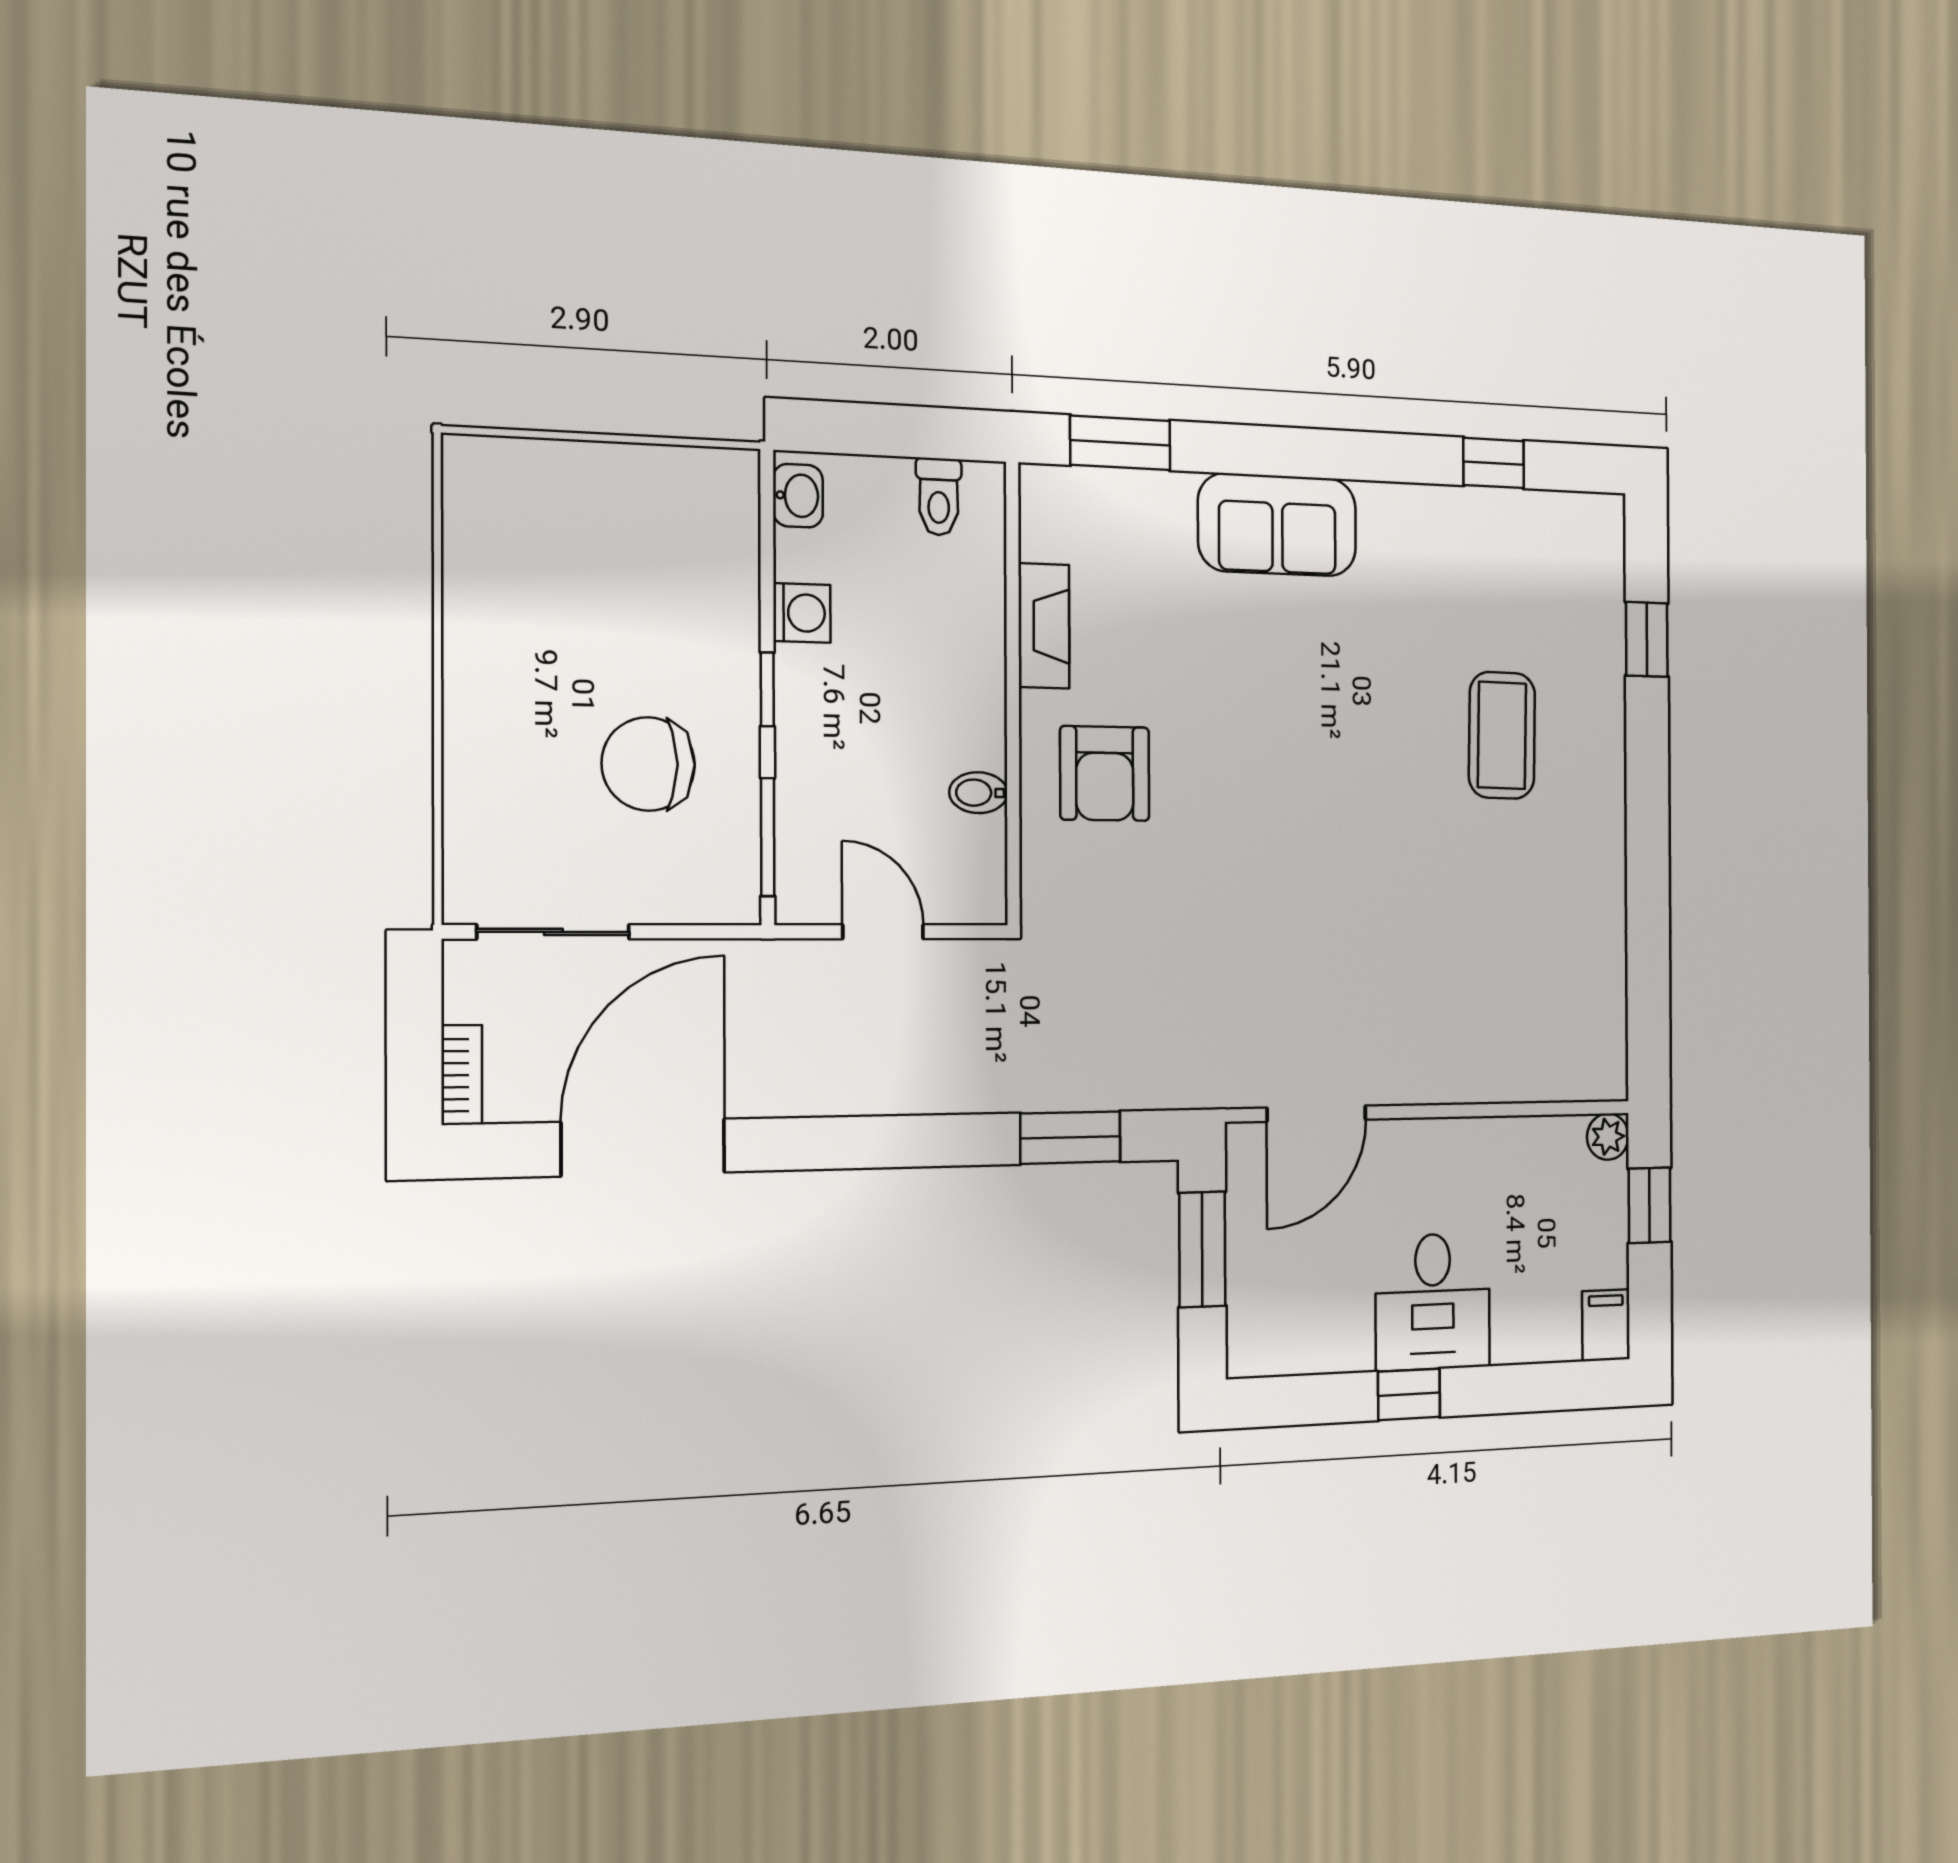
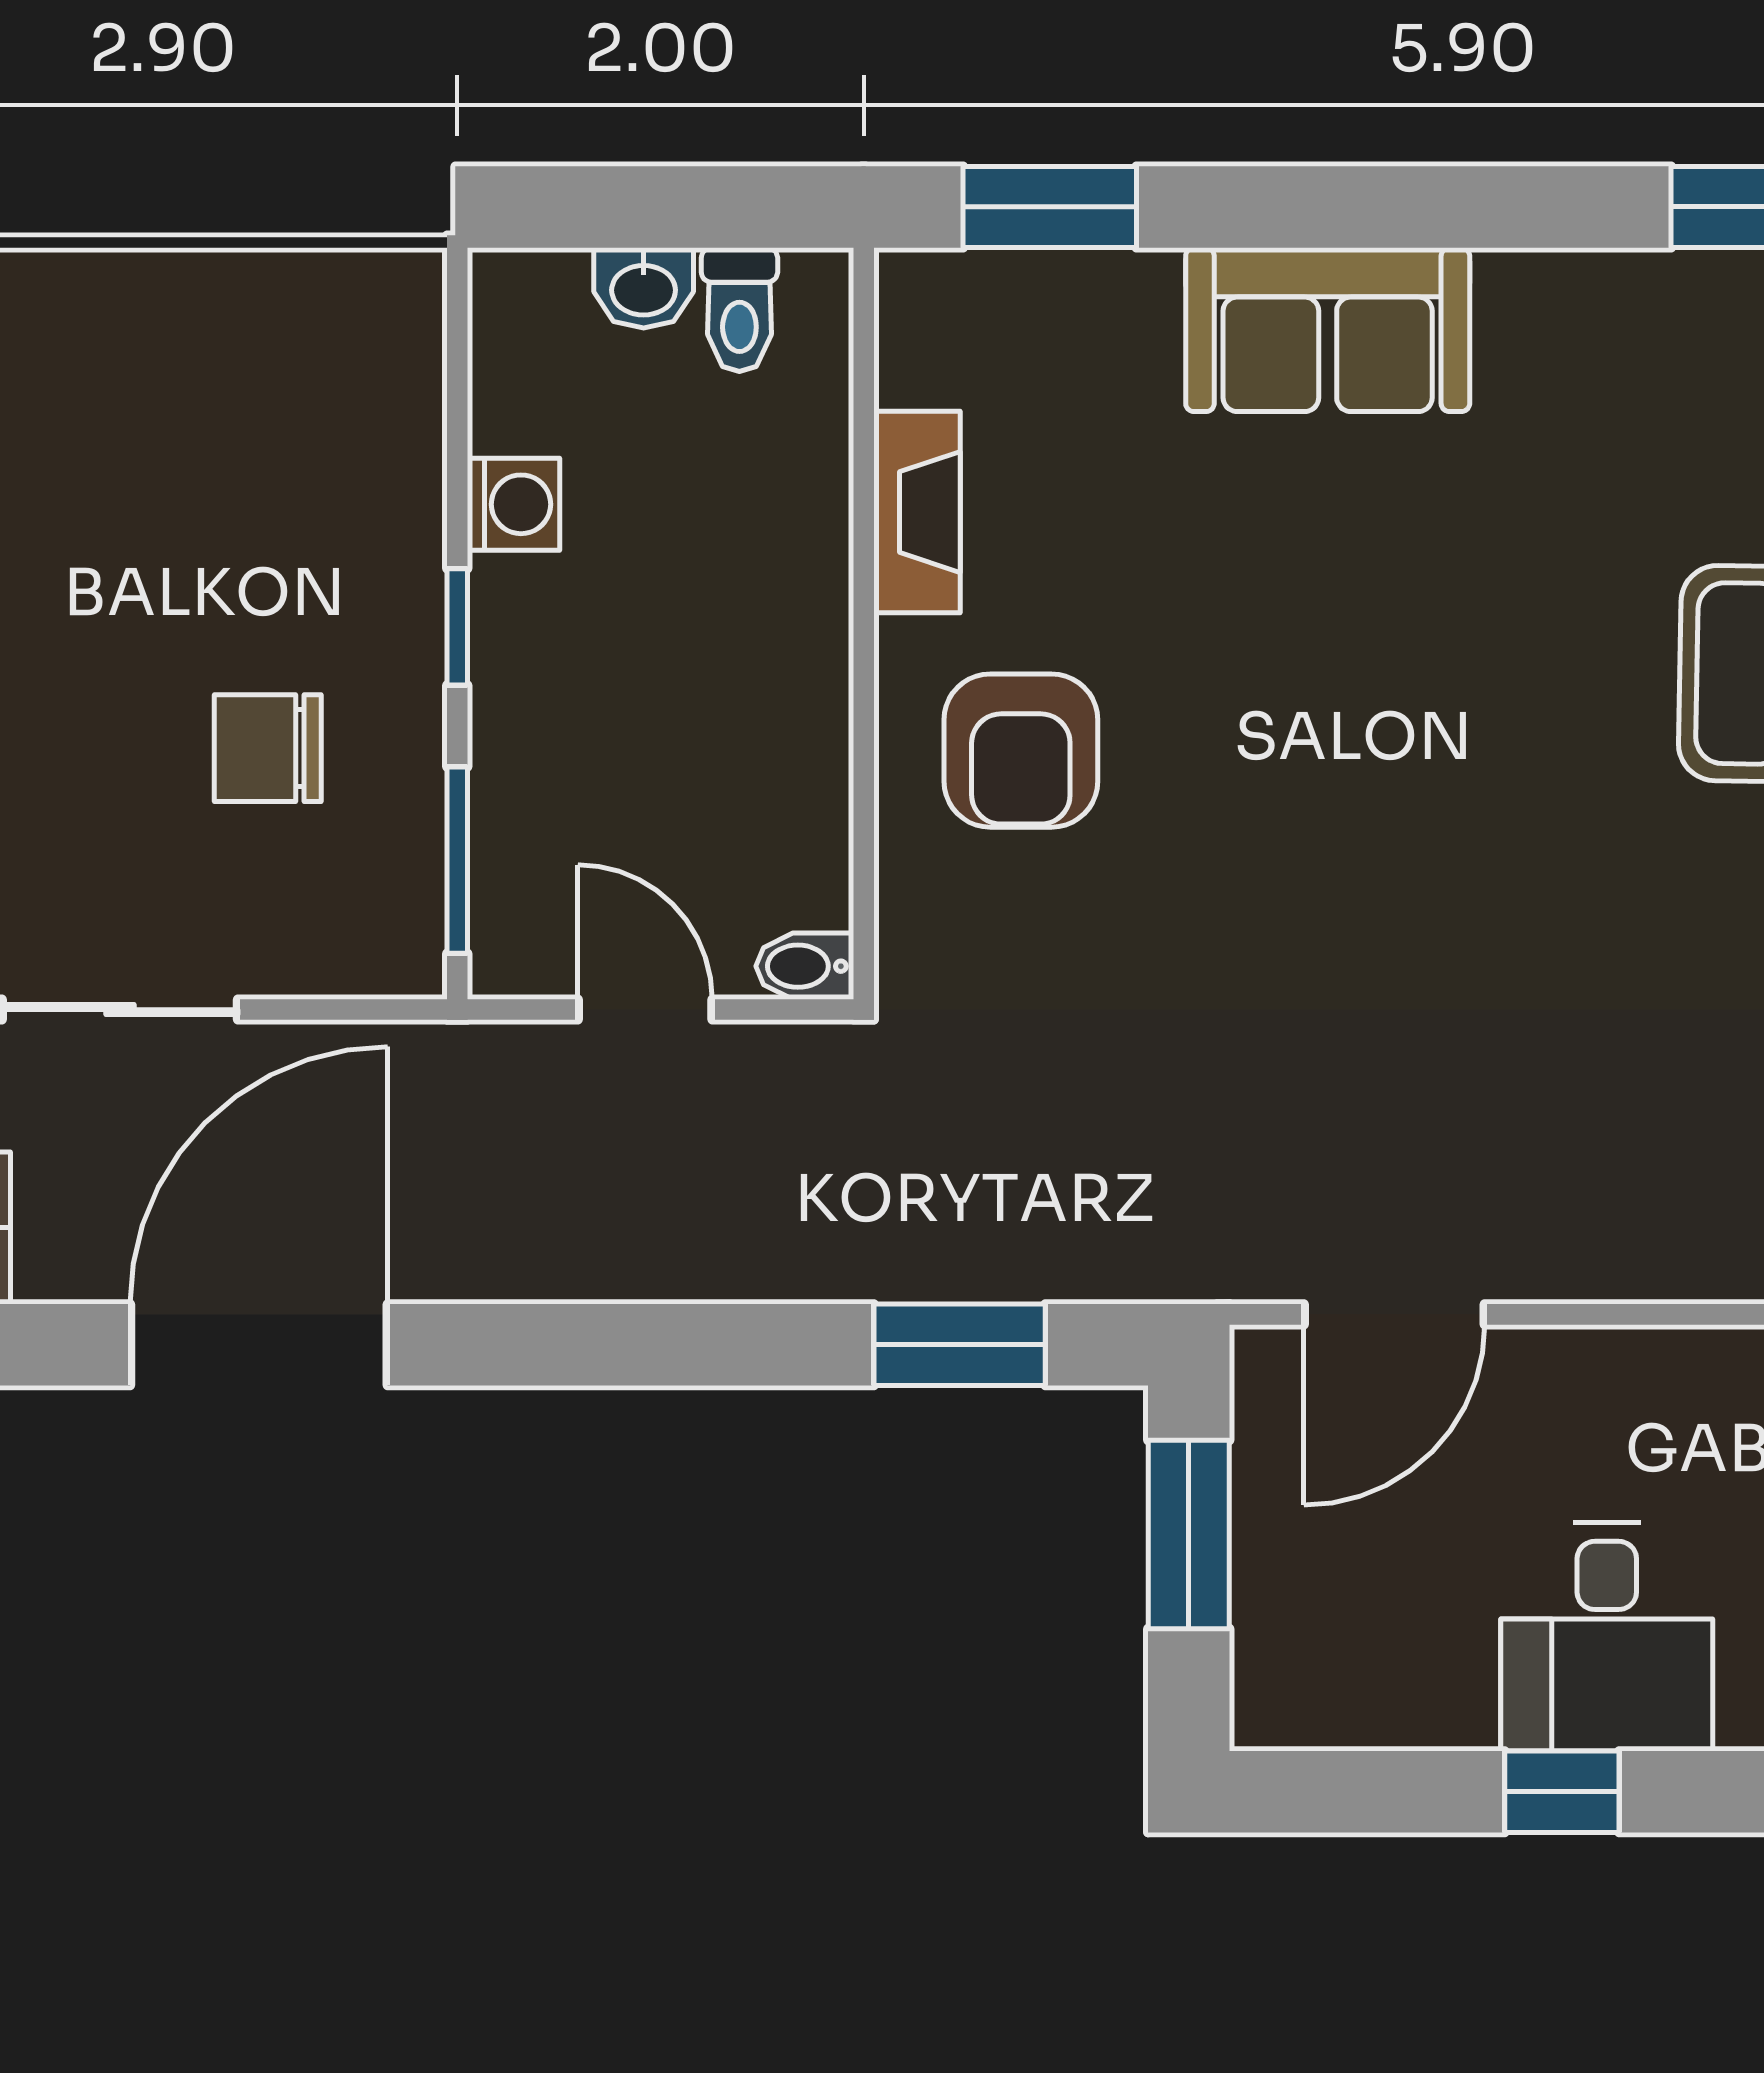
washbasin: (798, 496) -> (644, 288), moved, turned 90
chair: (648, 764) -> (268, 748), width x0.73, depth x0.73
bidet: (978, 793) -> (805, 966), moved

